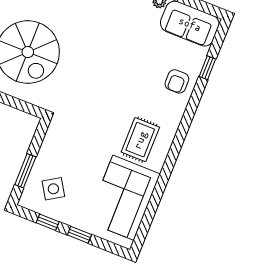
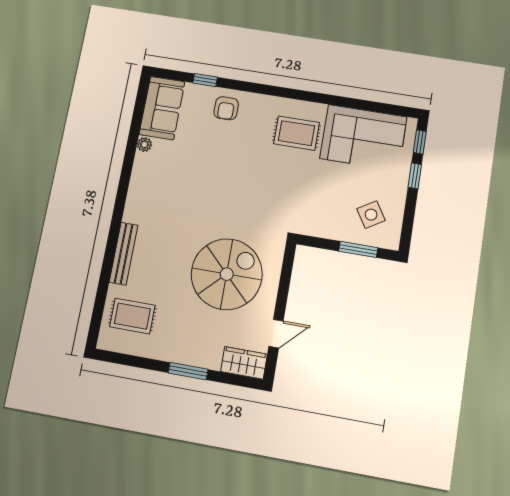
armchair: (177, 81) -> (226, 108), turned 90
window: (48, 222) -> (420, 142), moved

